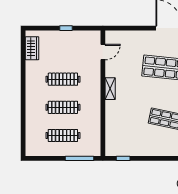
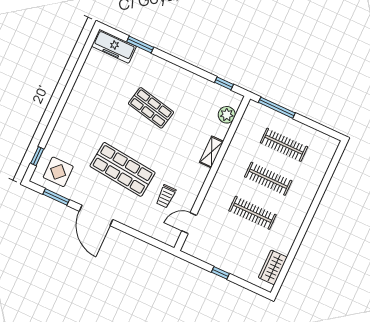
trolley: (127, 63) -> (166, 196), added
shelving: (110, 89) -> (212, 152), moved
plant: (111, 138) -> (227, 115), added

